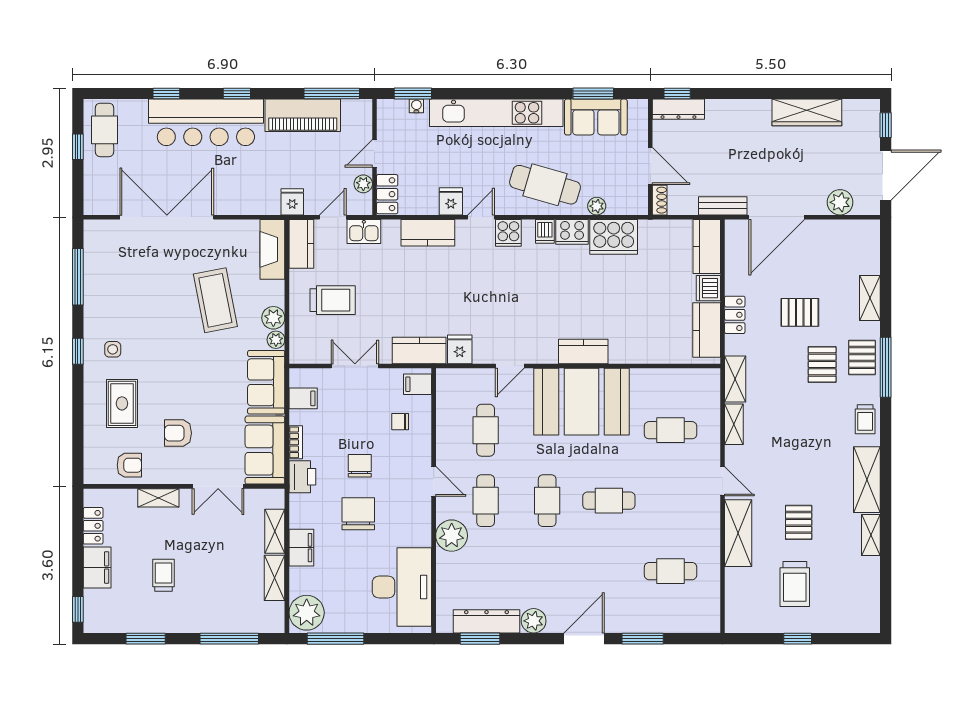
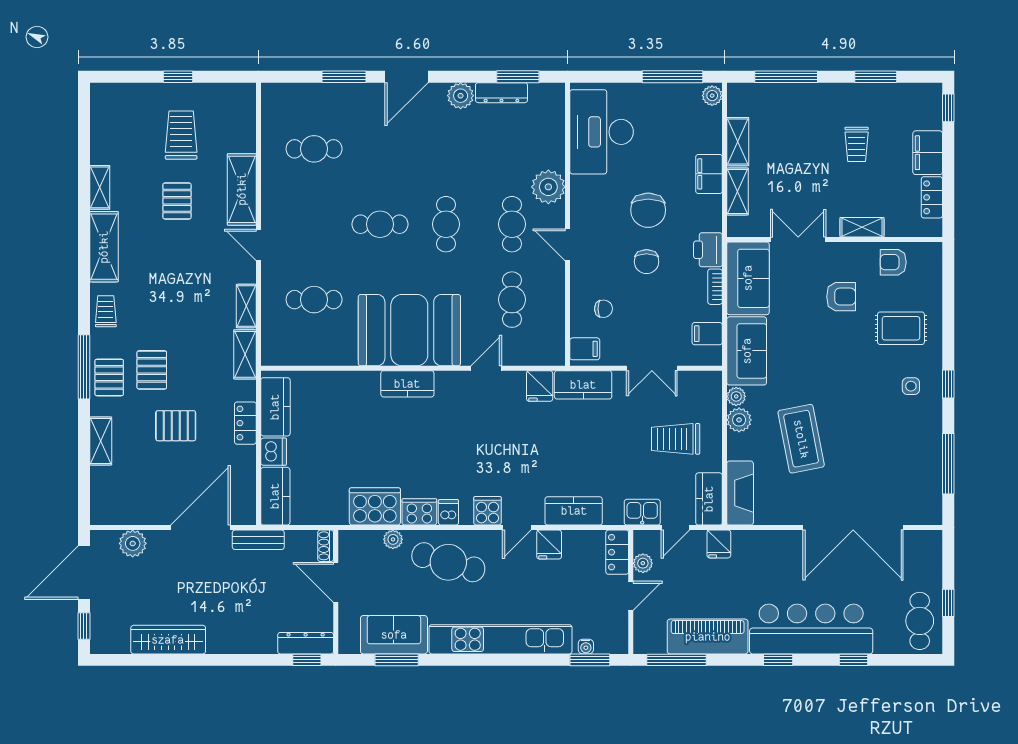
rug: (122, 403) -> (901, 328), turned 90
plant: (307, 613) -> (712, 96), width x0.53, depth x0.53
dresser: (487, 621) -> (501, 93), width x0.73, depth x0.80

